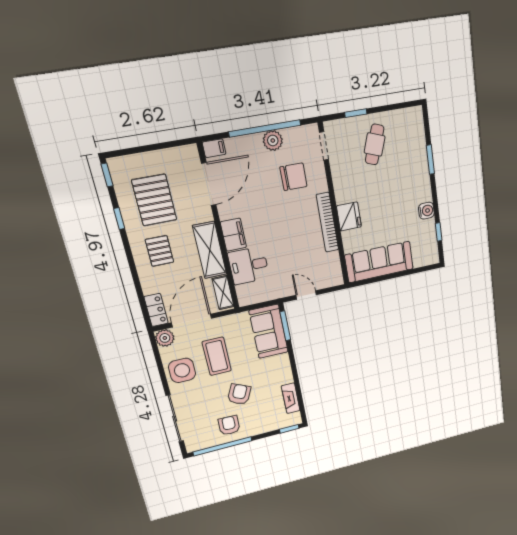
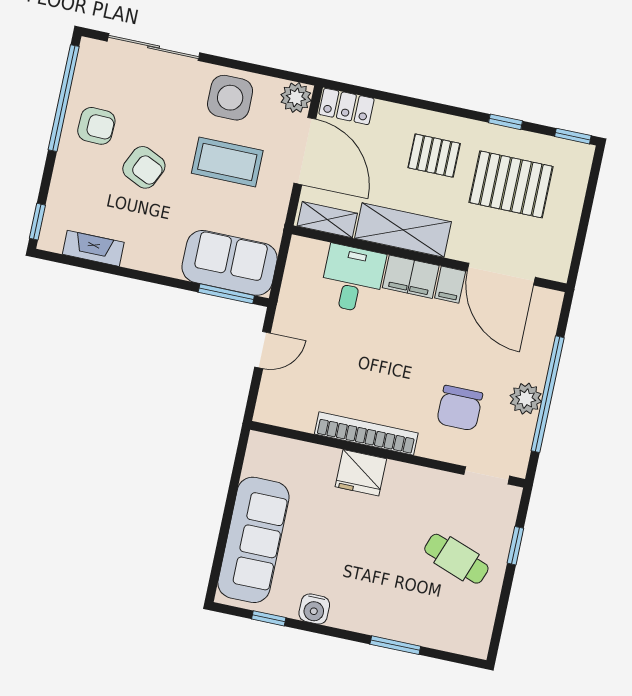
filing cabinet: (214, 148) -> (450, 285), moved
sofa: (379, 262) -> (253, 540), moved

